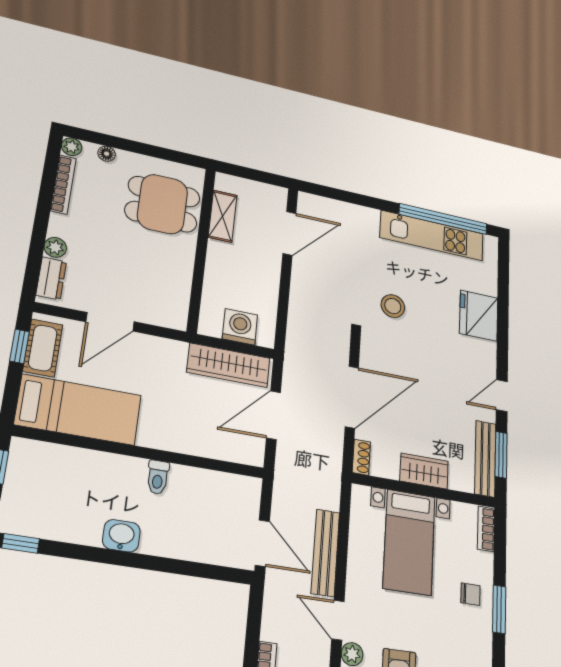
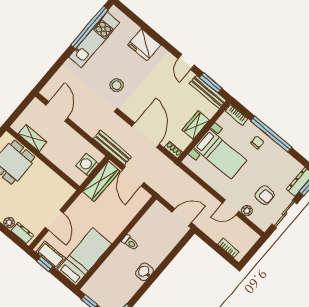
bench: (325, 553) -> (112, 148), moved
window: (499, 609) -> (271, 134), width x2.11

